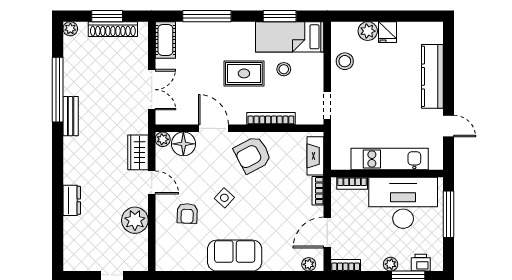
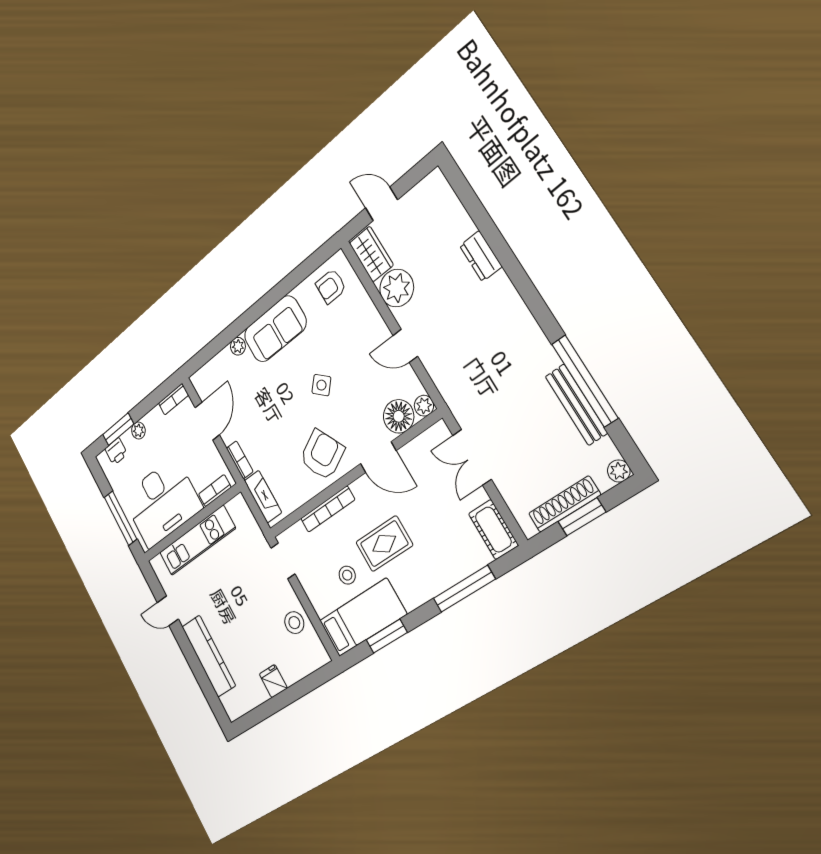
plant: (368, 31) -> (292, 671), removed
bench: (71, 116) -> (576, 405), moved, width x1.36
wardrobe: (138, 152) -> (371, 254), moved
armchair: (187, 213) -> (331, 286), moved, turned -92
plant: (309, 264) -> (238, 346), moved

